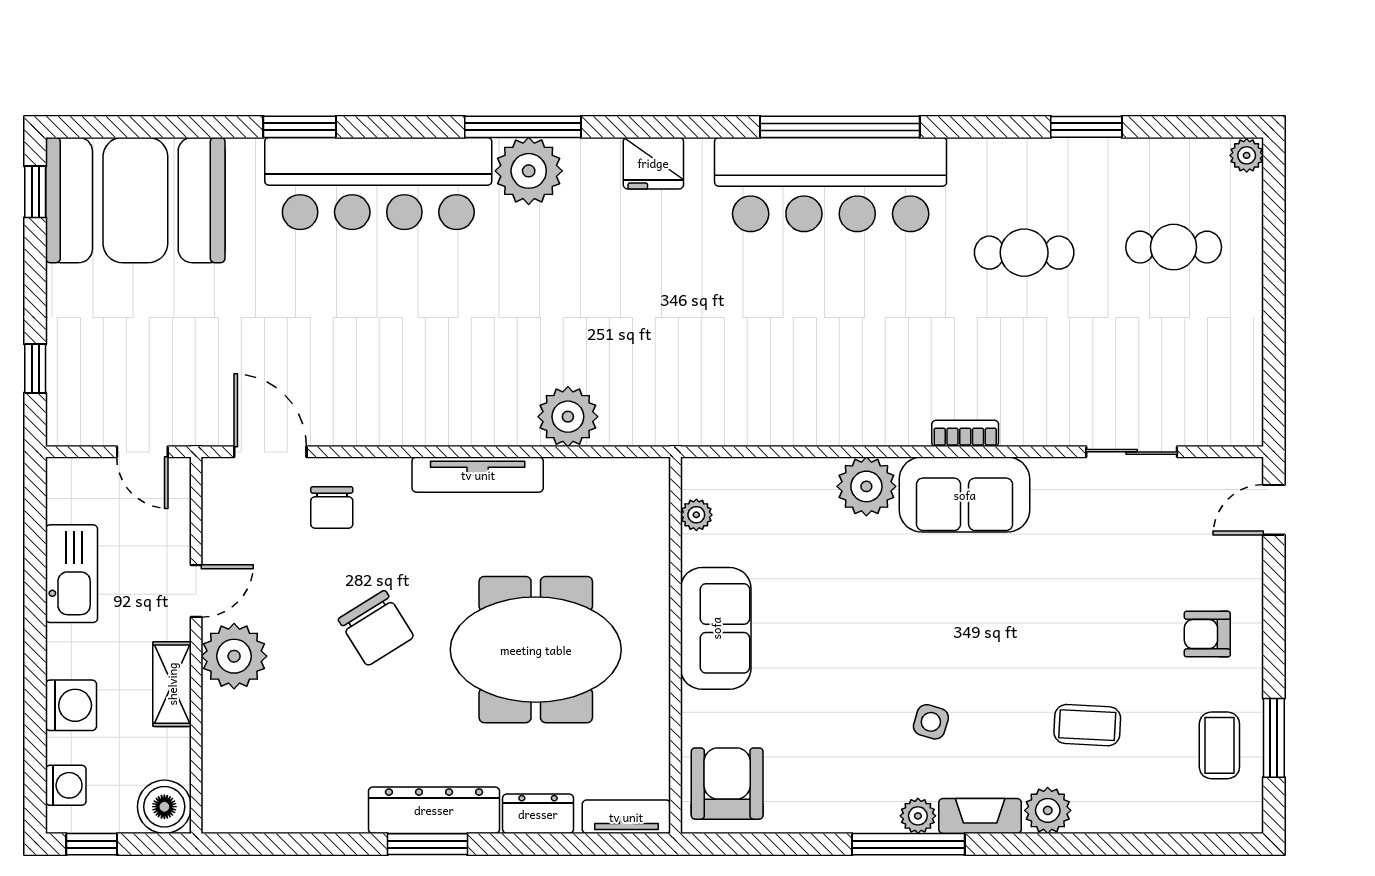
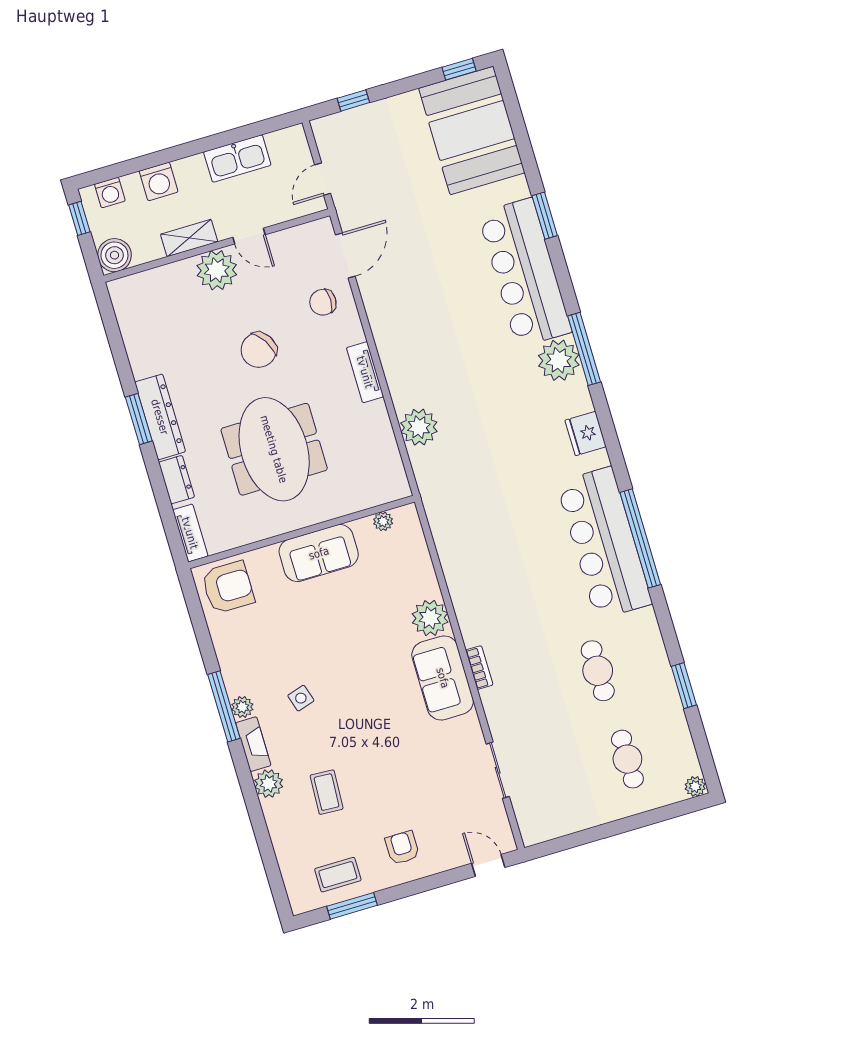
tv unit: (478, 475) -> (365, 372), width x0.71
side table: (931, 722) -> (301, 698), turned -34

